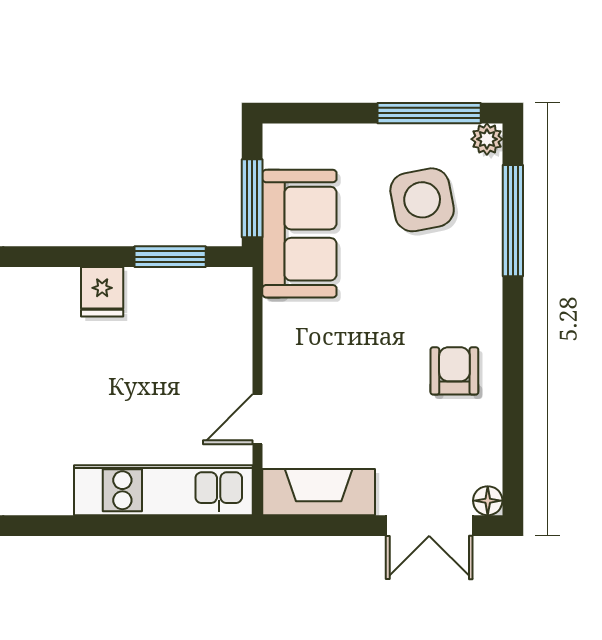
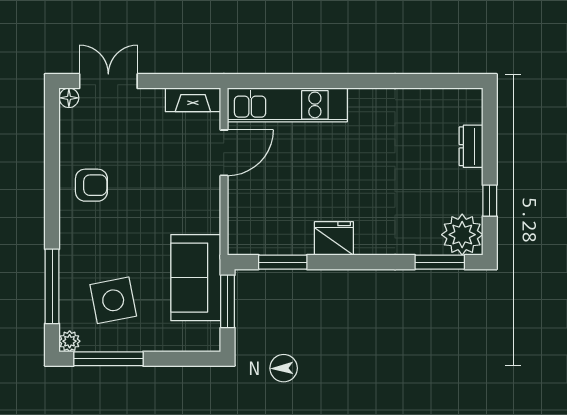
fridge: (102, 292) -> (334, 238), width x1.38
armchair: (454, 371) -> (91, 185), turned -90
door: (257, 419) -> (224, 153), width x1.38
fireplace: (319, 492) -> (193, 100), width x0.73, depth x0.76

